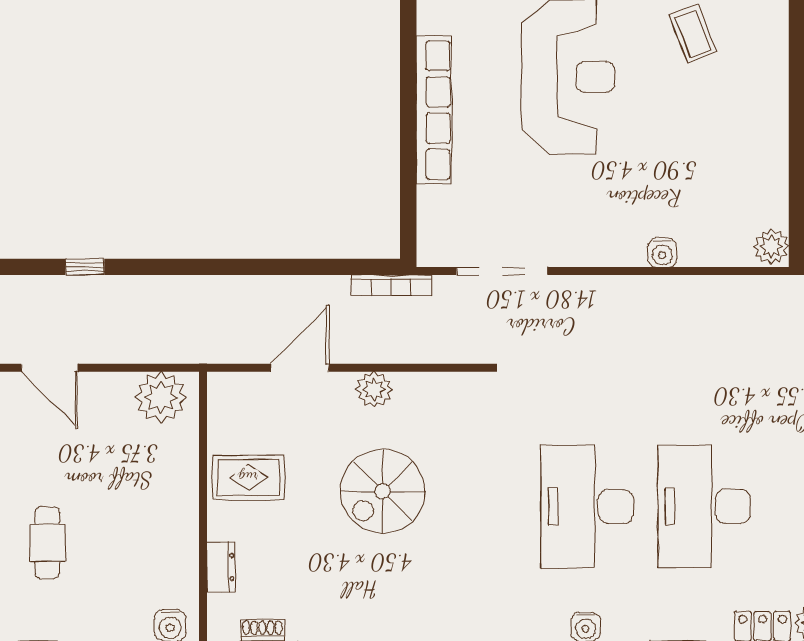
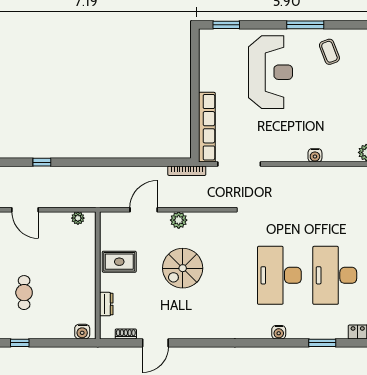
row of seats: (434, 110) -> (207, 127), moved
plant: (161, 397) -> (78, 218), width x0.53, depth x0.53

